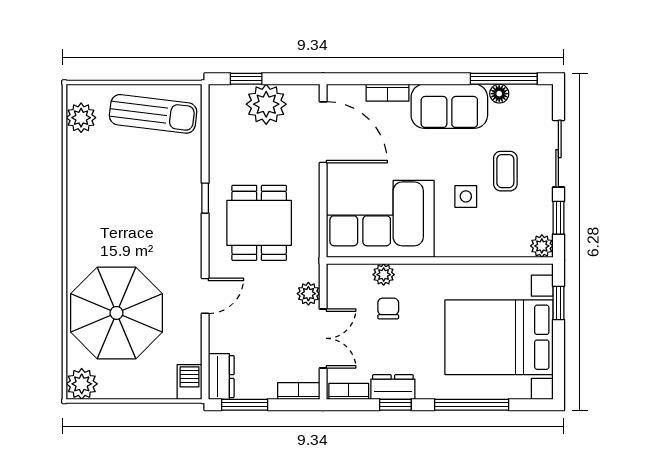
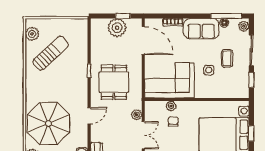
window: (246, 79) -> (123, 16), moved
sun lounger: (153, 114) -> (51, 53), moved, turned -50
plant: (542, 246) -> (244, 26), moved
window: (558, 303) -> (251, 133), moved

